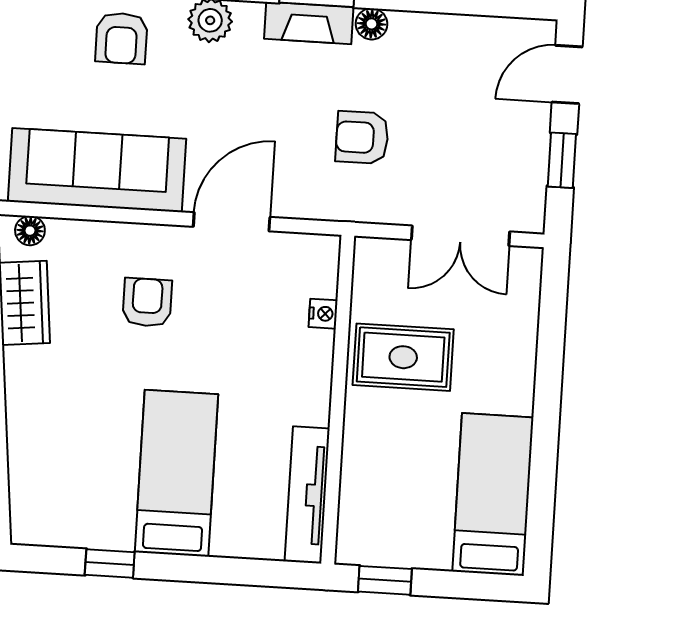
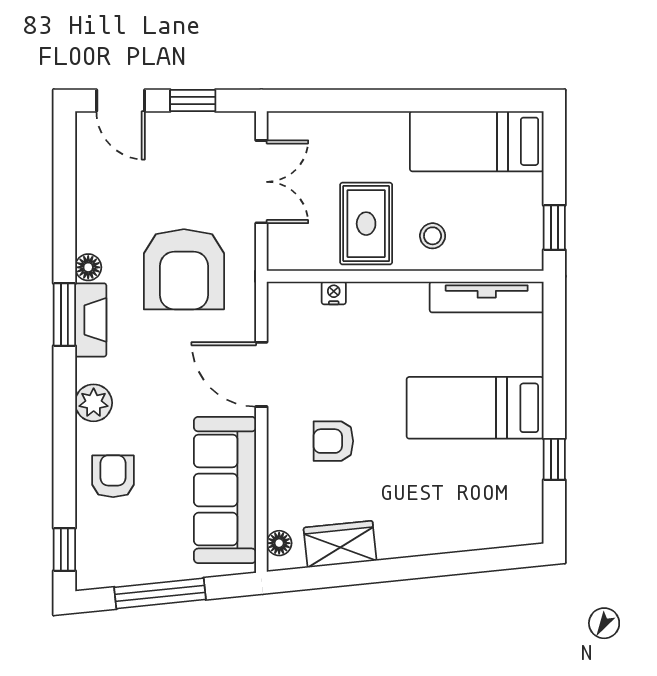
armchair: (121, 38) -> (113, 476), turned -90
armchair: (362, 137) -> (184, 269), width x1.88, depth x1.88
stool: (384, 435) -> (433, 236), added

